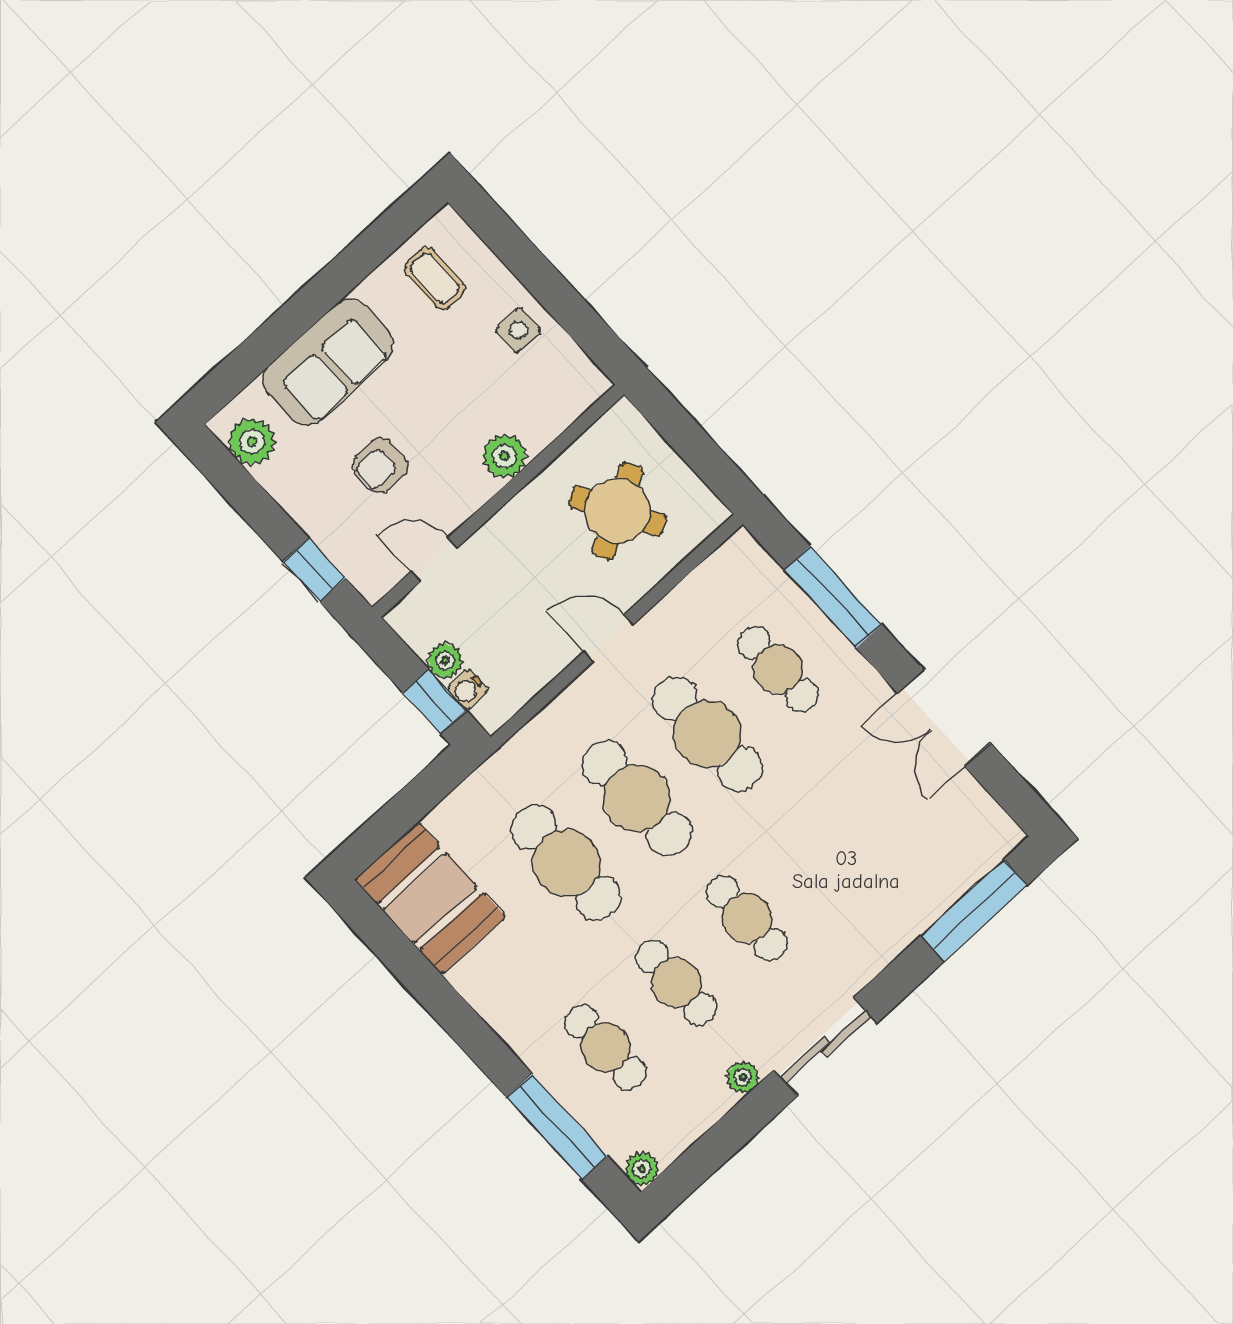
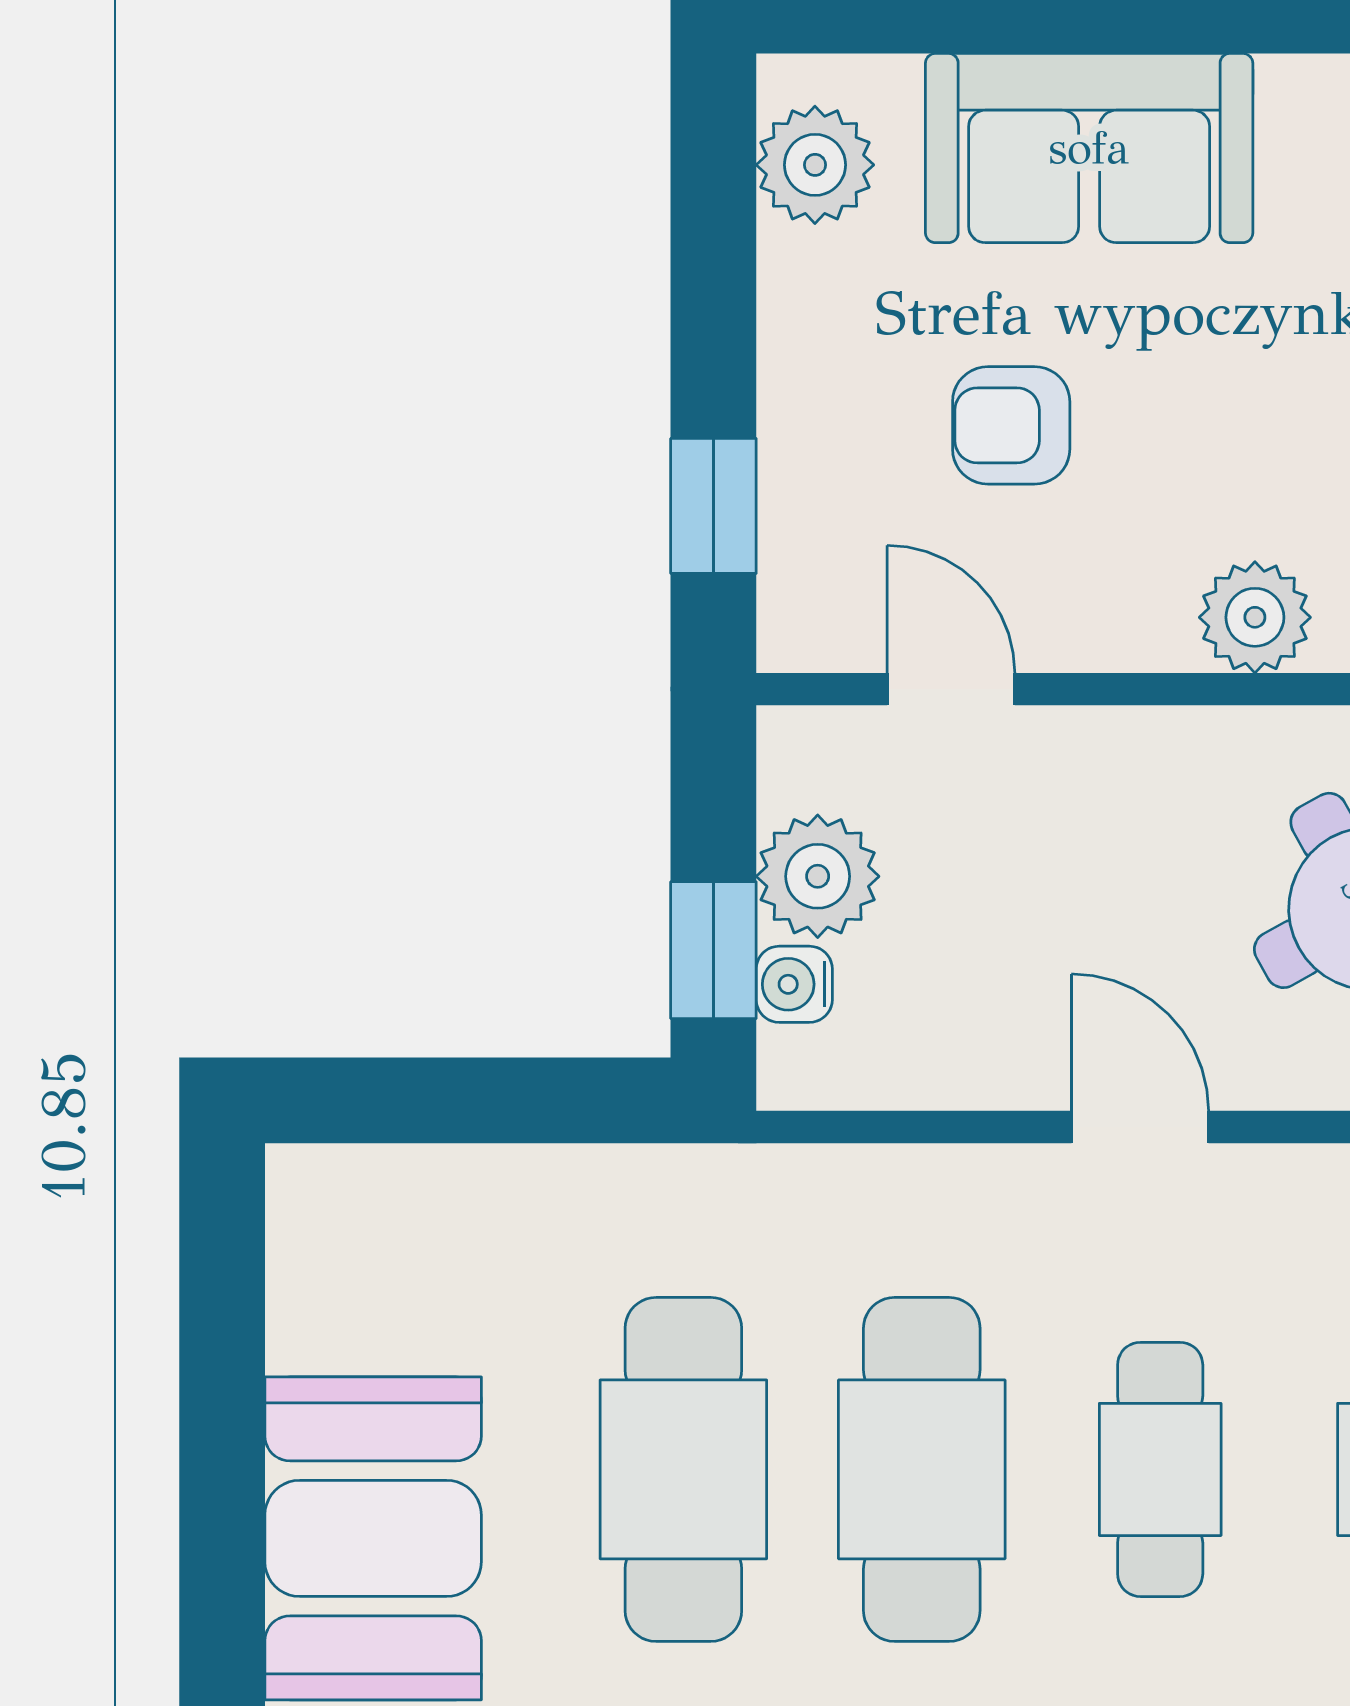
plant: (445, 661) -> (818, 876), width x1.38, depth x1.38
cafe table: (707, 734) -> (1160, 1469), width x0.73, depth x0.74
booth: (430, 898) -> (373, 1538), moved

